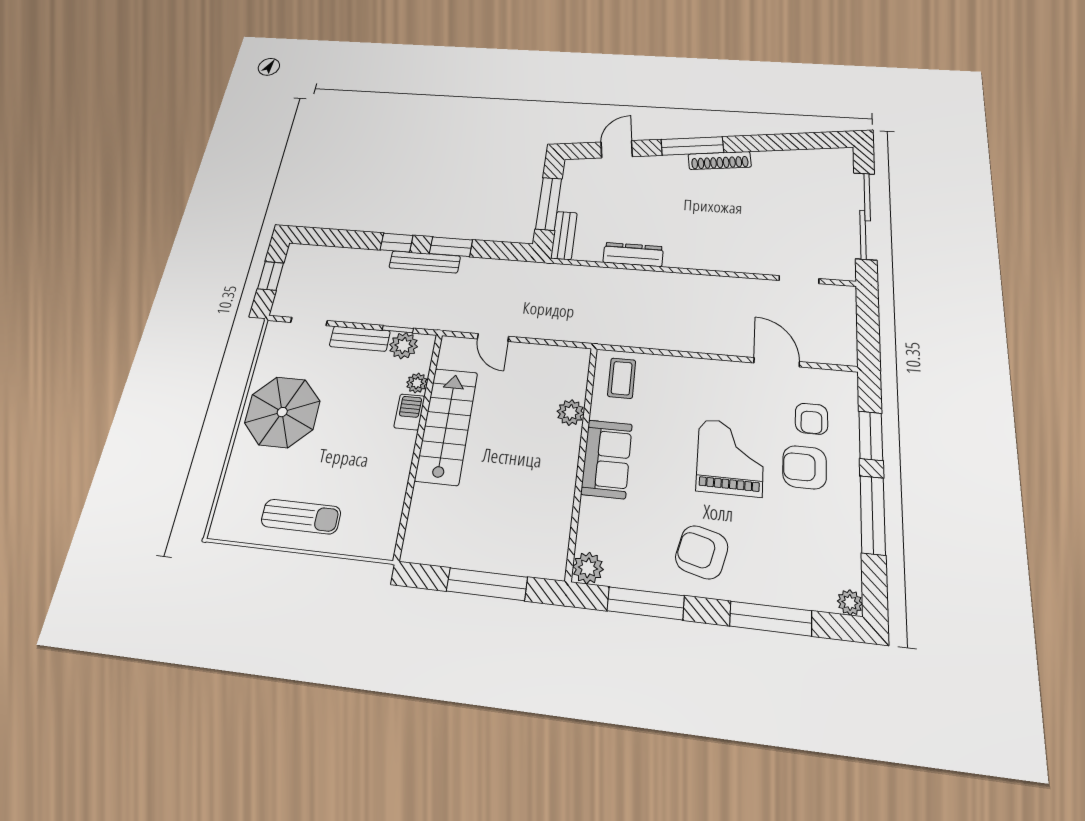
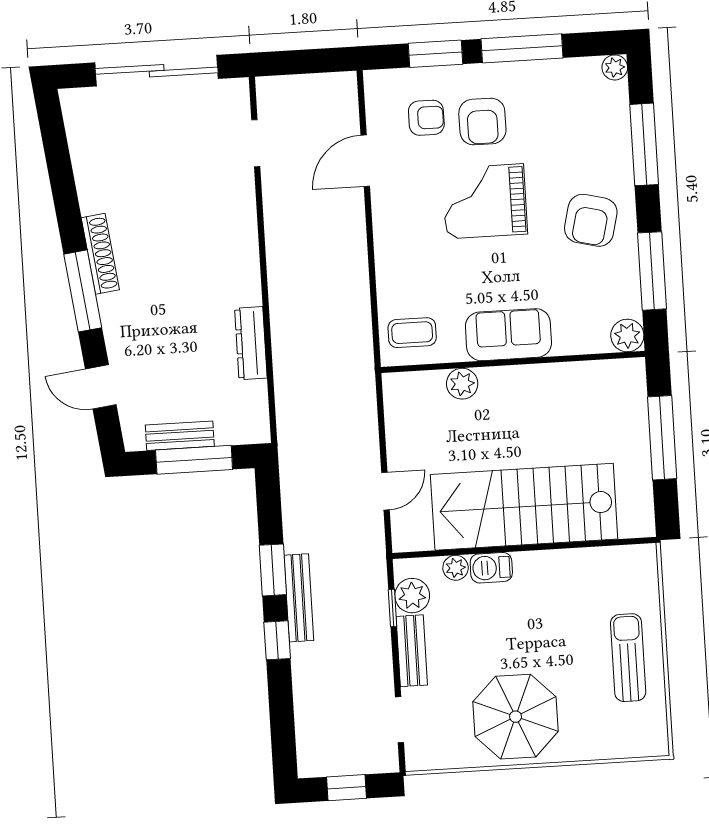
bench: (564, 235) -> (180, 436), moved
stairs: (446, 426) -> (524, 507), width x1.36, depth x1.51

